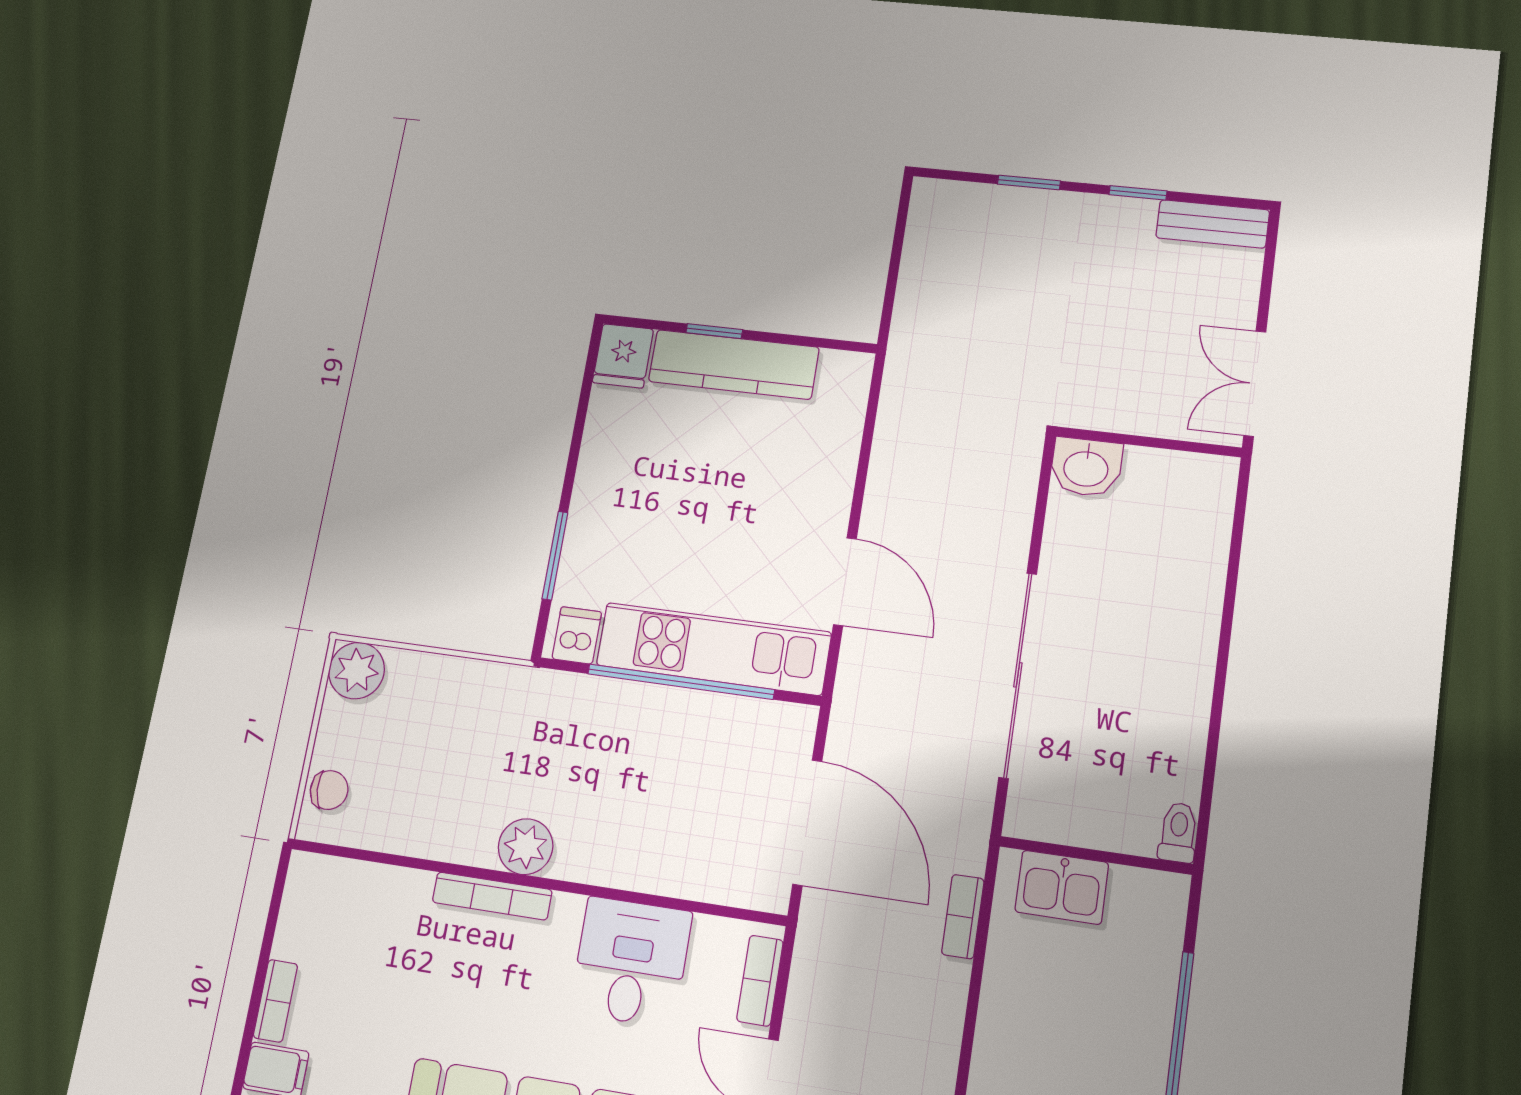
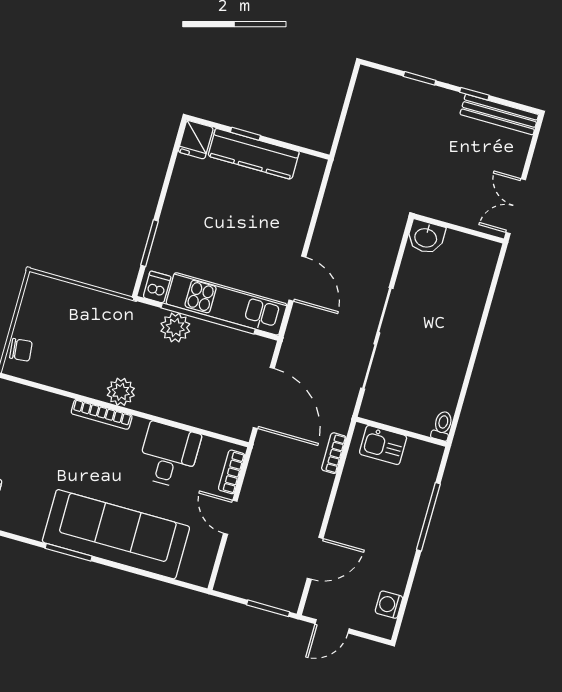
bench: (1213, 224) -> (499, 114), width x1.36
plant: (357, 671) -> (175, 328), moved

